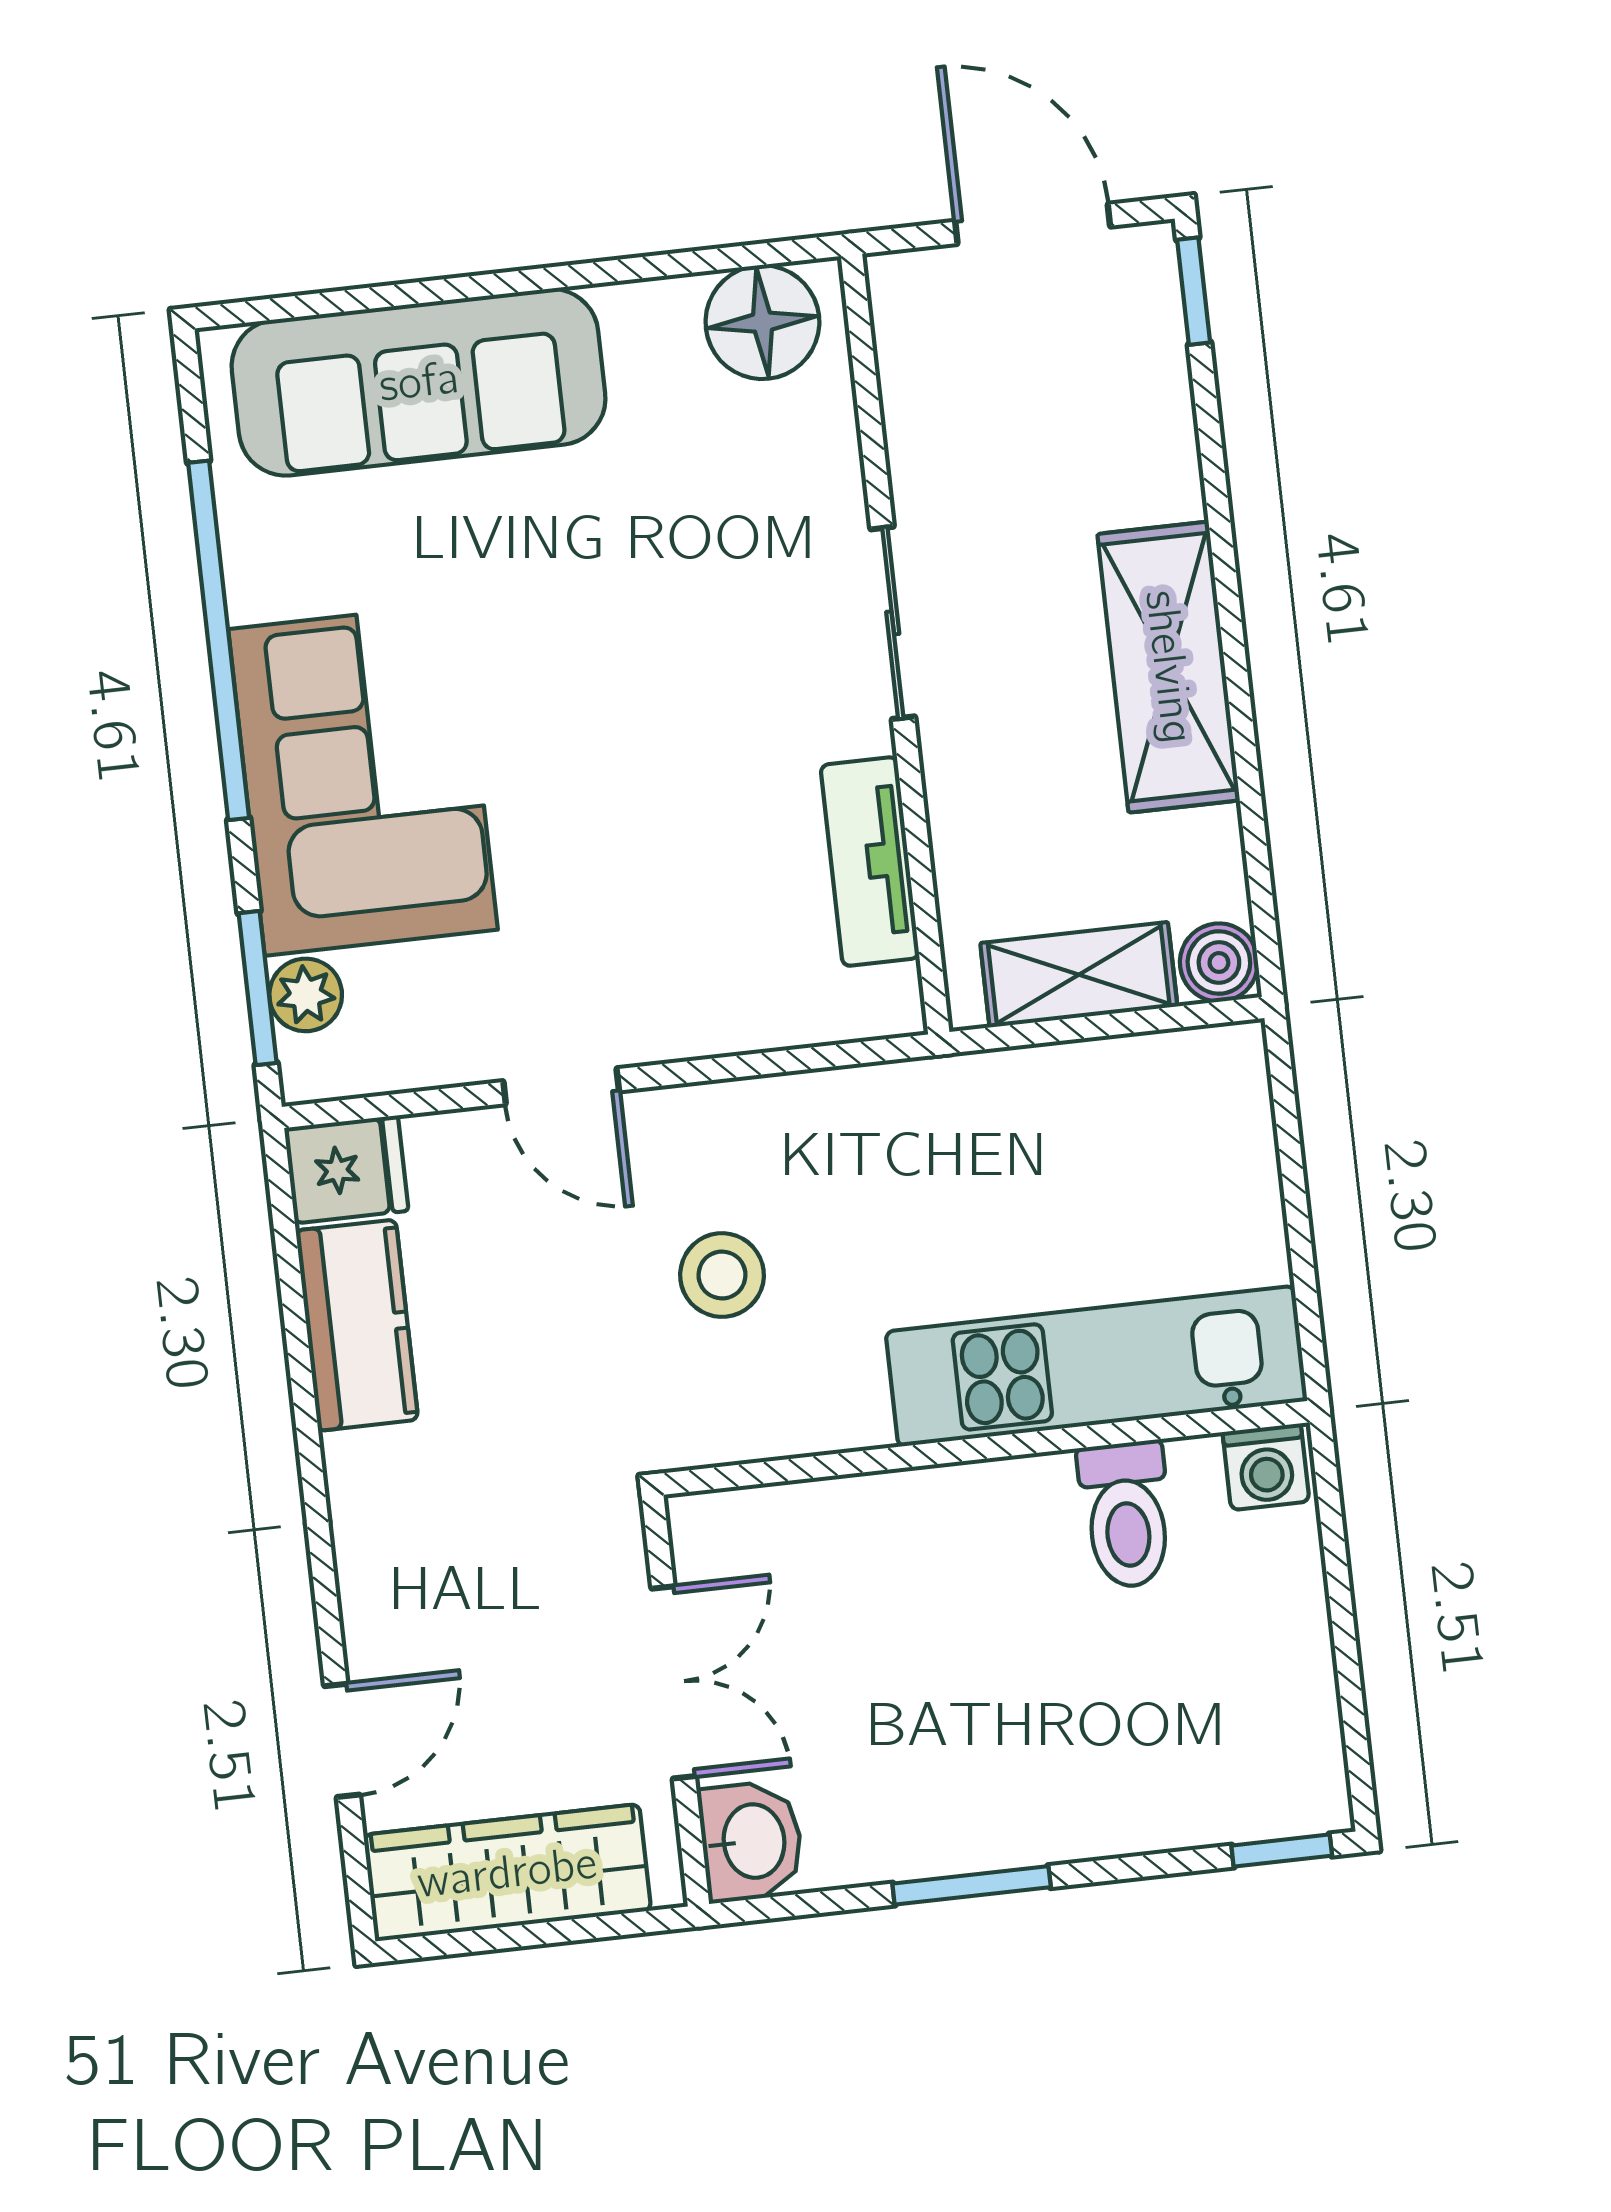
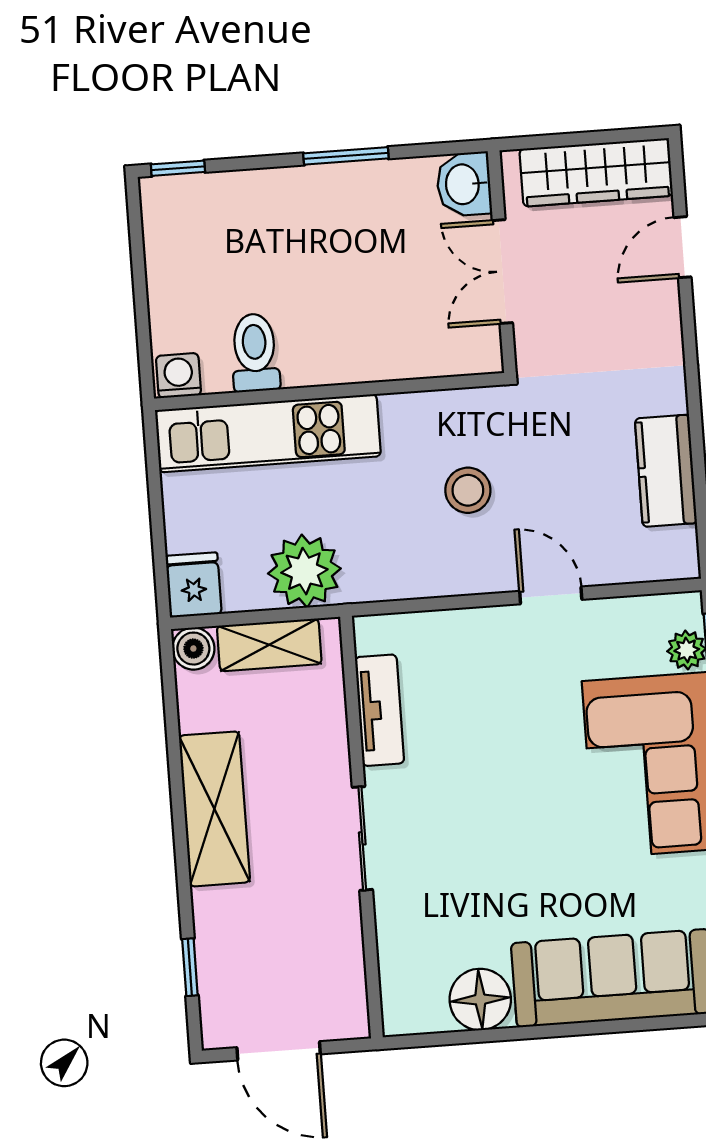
window: (1194, 291) -> (190, 967), moved
floor lamp: (762, 322) -> (480, 999), moved
plant: (1019, 1114) -> (304, 571), added
fridge: (346, 1169) -> (194, 585), moved, turned 90

